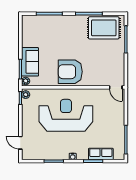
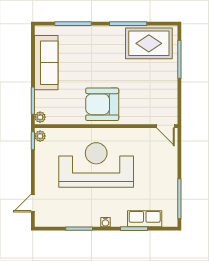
sofa: (30, 62) -> (46, 63), moved, width x1.36
door: (20, 143) -> (33, 203), hinge flipped

